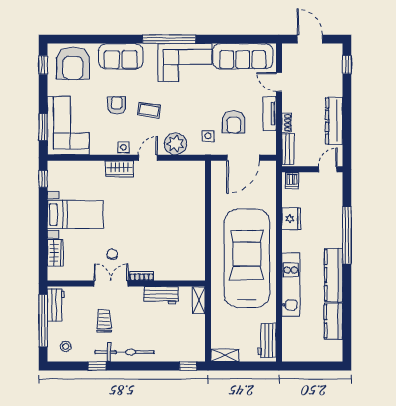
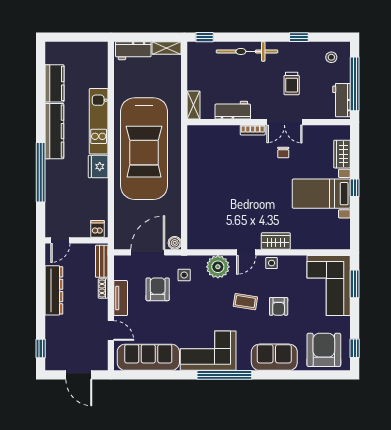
boiler: (217, 167) -> (175, 243), added
window: (43, 179) -> (355, 188), moved
fridge: (291, 219) -> (98, 167), moved
workbench: (267, 340) -> (133, 51), moved, turned 90
bicycle: (125, 352) -> (247, 51), moved

